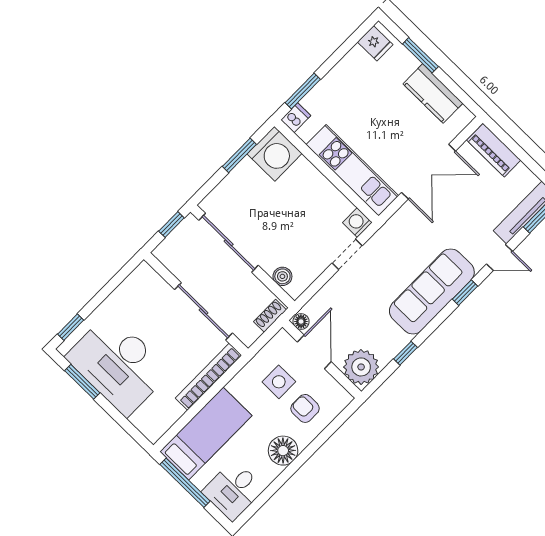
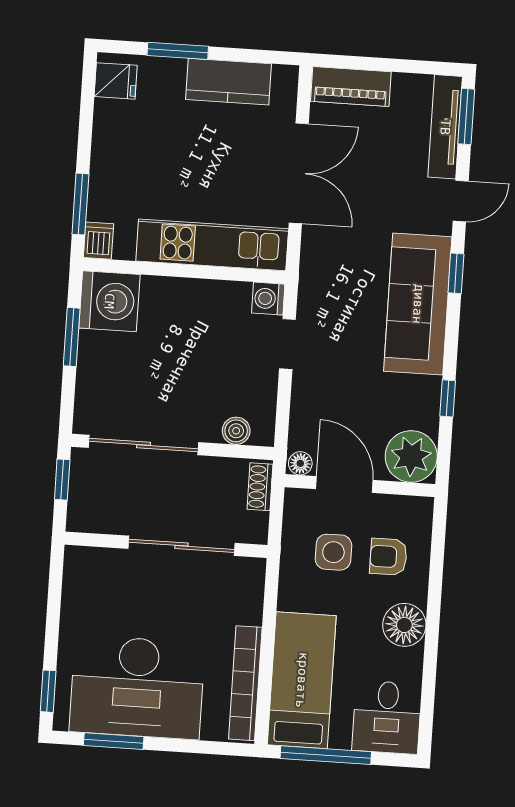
bookcase: (209, 377) -> (245, 683), moved

